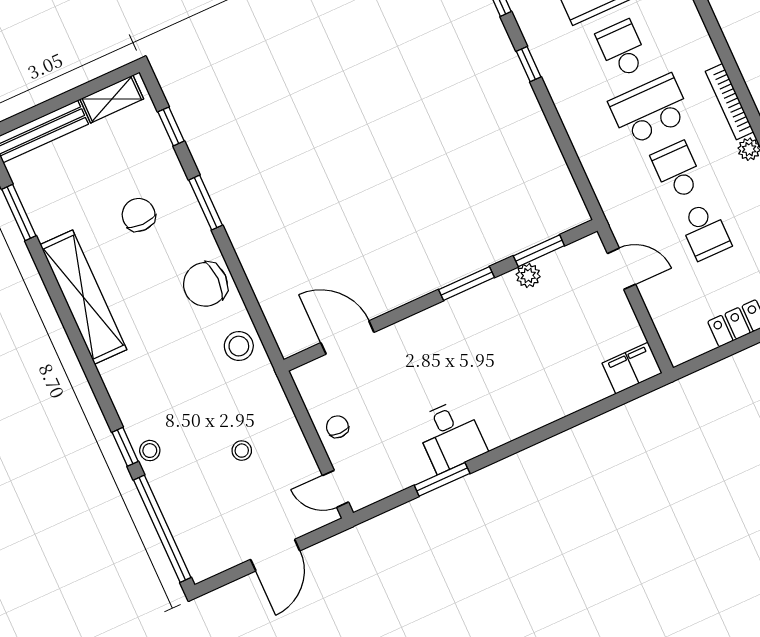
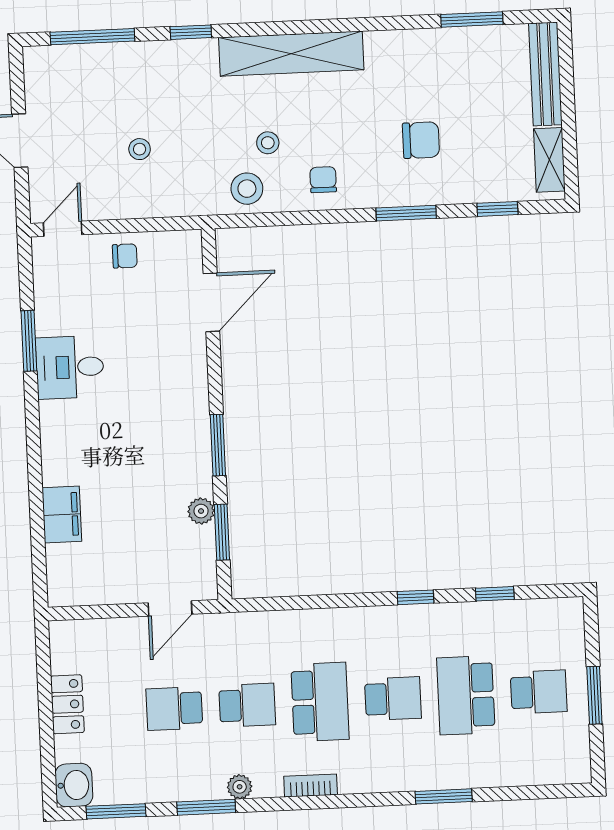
bookcase: (730, 102) -> (311, 786), width x0.64
chair: (205, 284) -> (323, 180), width x0.54, depth x0.54
shelving: (83, 297) -> (291, 54), moved
filing cabinet: (632, 368) -> (62, 514), moved
stool: (150, 451) -> (268, 143), moved
window: (162, 529) -> (92, 37), width x0.68

